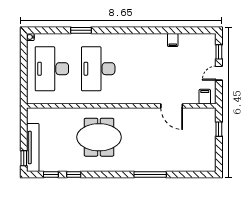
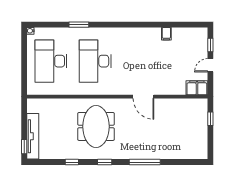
filing cabinet: (205, 97) -> (197, 88), width x2.00
door: (172, 106) -> (143, 97), moved
meeting table: (99, 137) -> (96, 126), turned 90
window: (51, 174) -> (105, 162), moved

